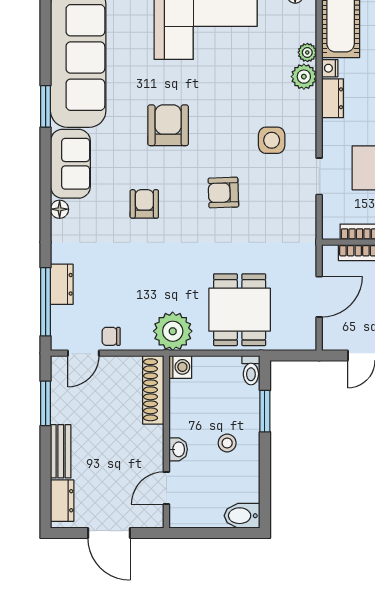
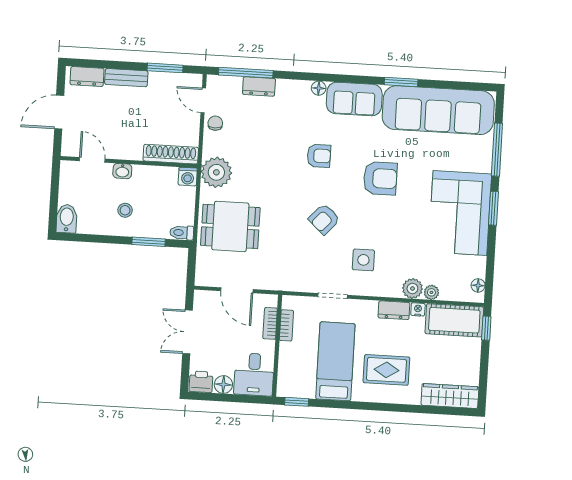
armchair: (223, 193) -> (324, 219), turned -136

